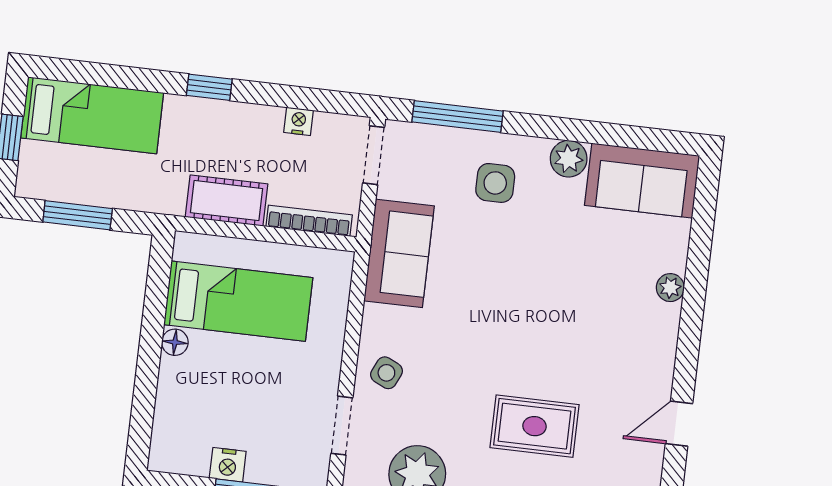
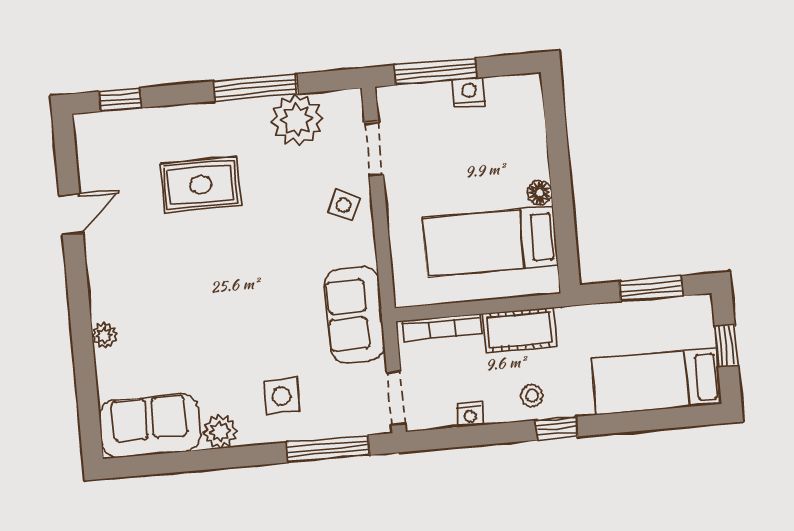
stool: (228, 128) -> (532, 396), added

